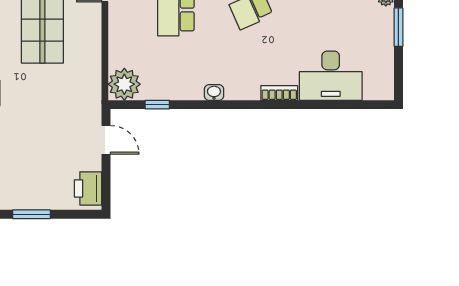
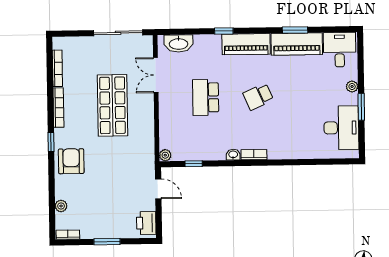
desk: (331, 76) -> (341, 128), moved, turned -90
plant: (124, 84) -> (165, 155), width x0.53, depth x0.53
bookcase: (279, 93) -> (254, 155), moved

